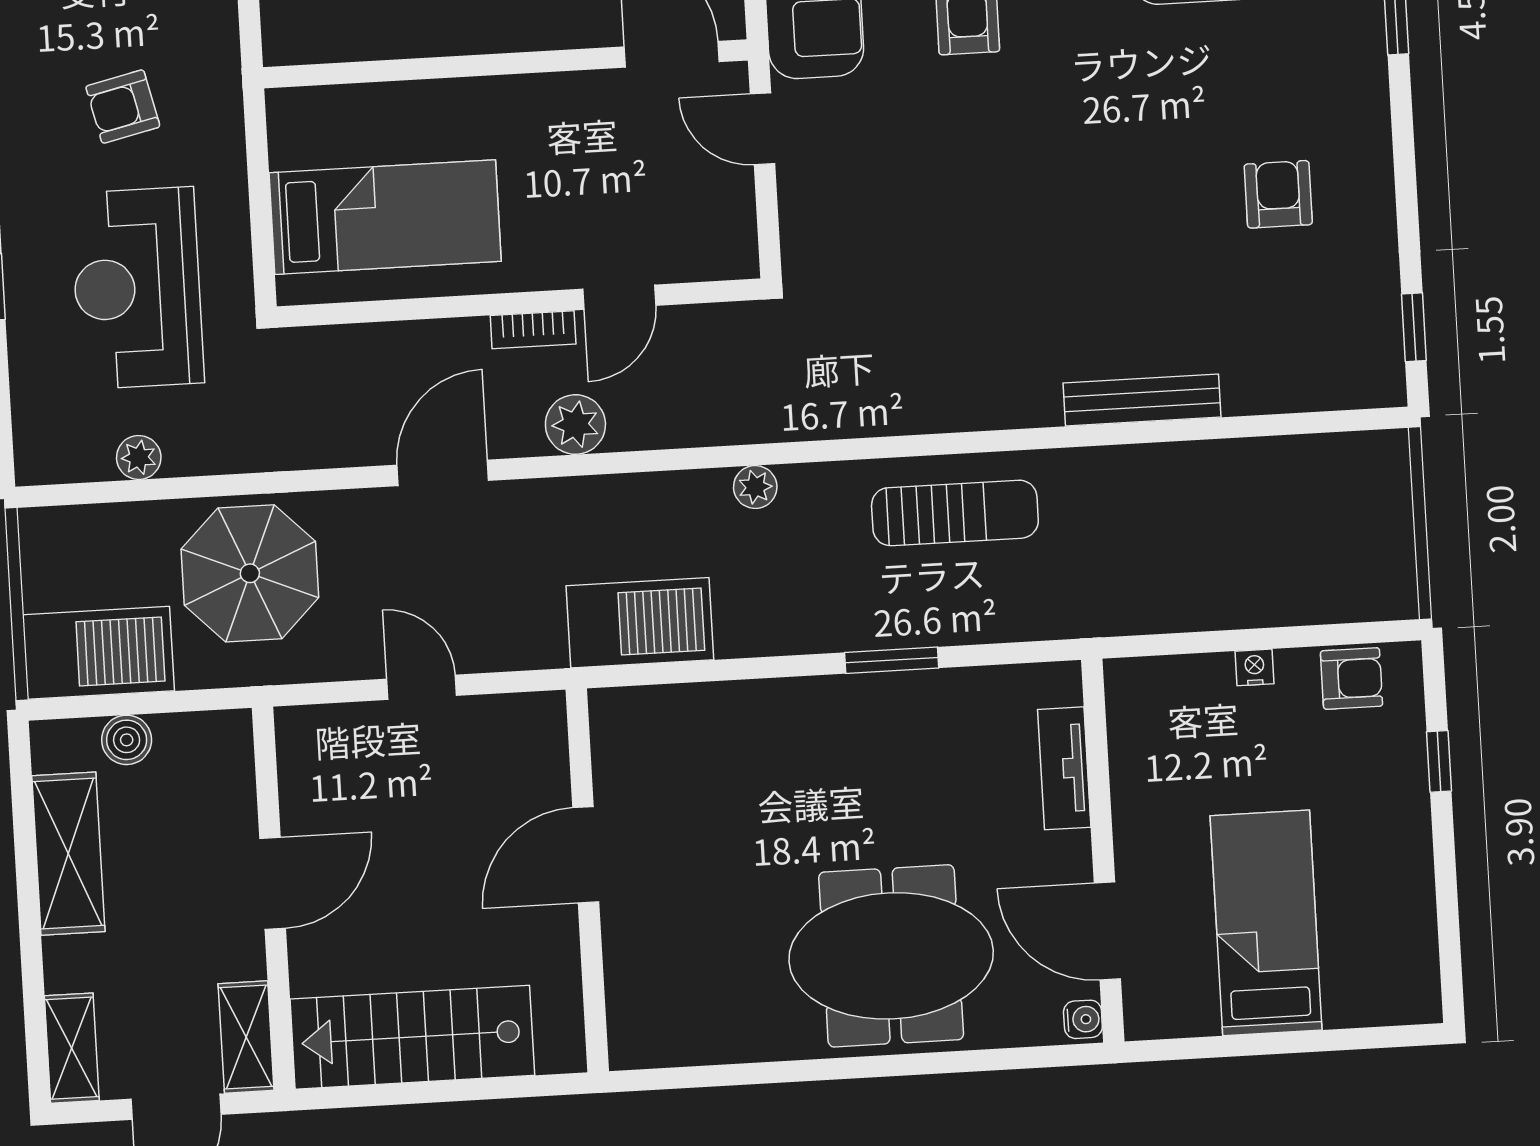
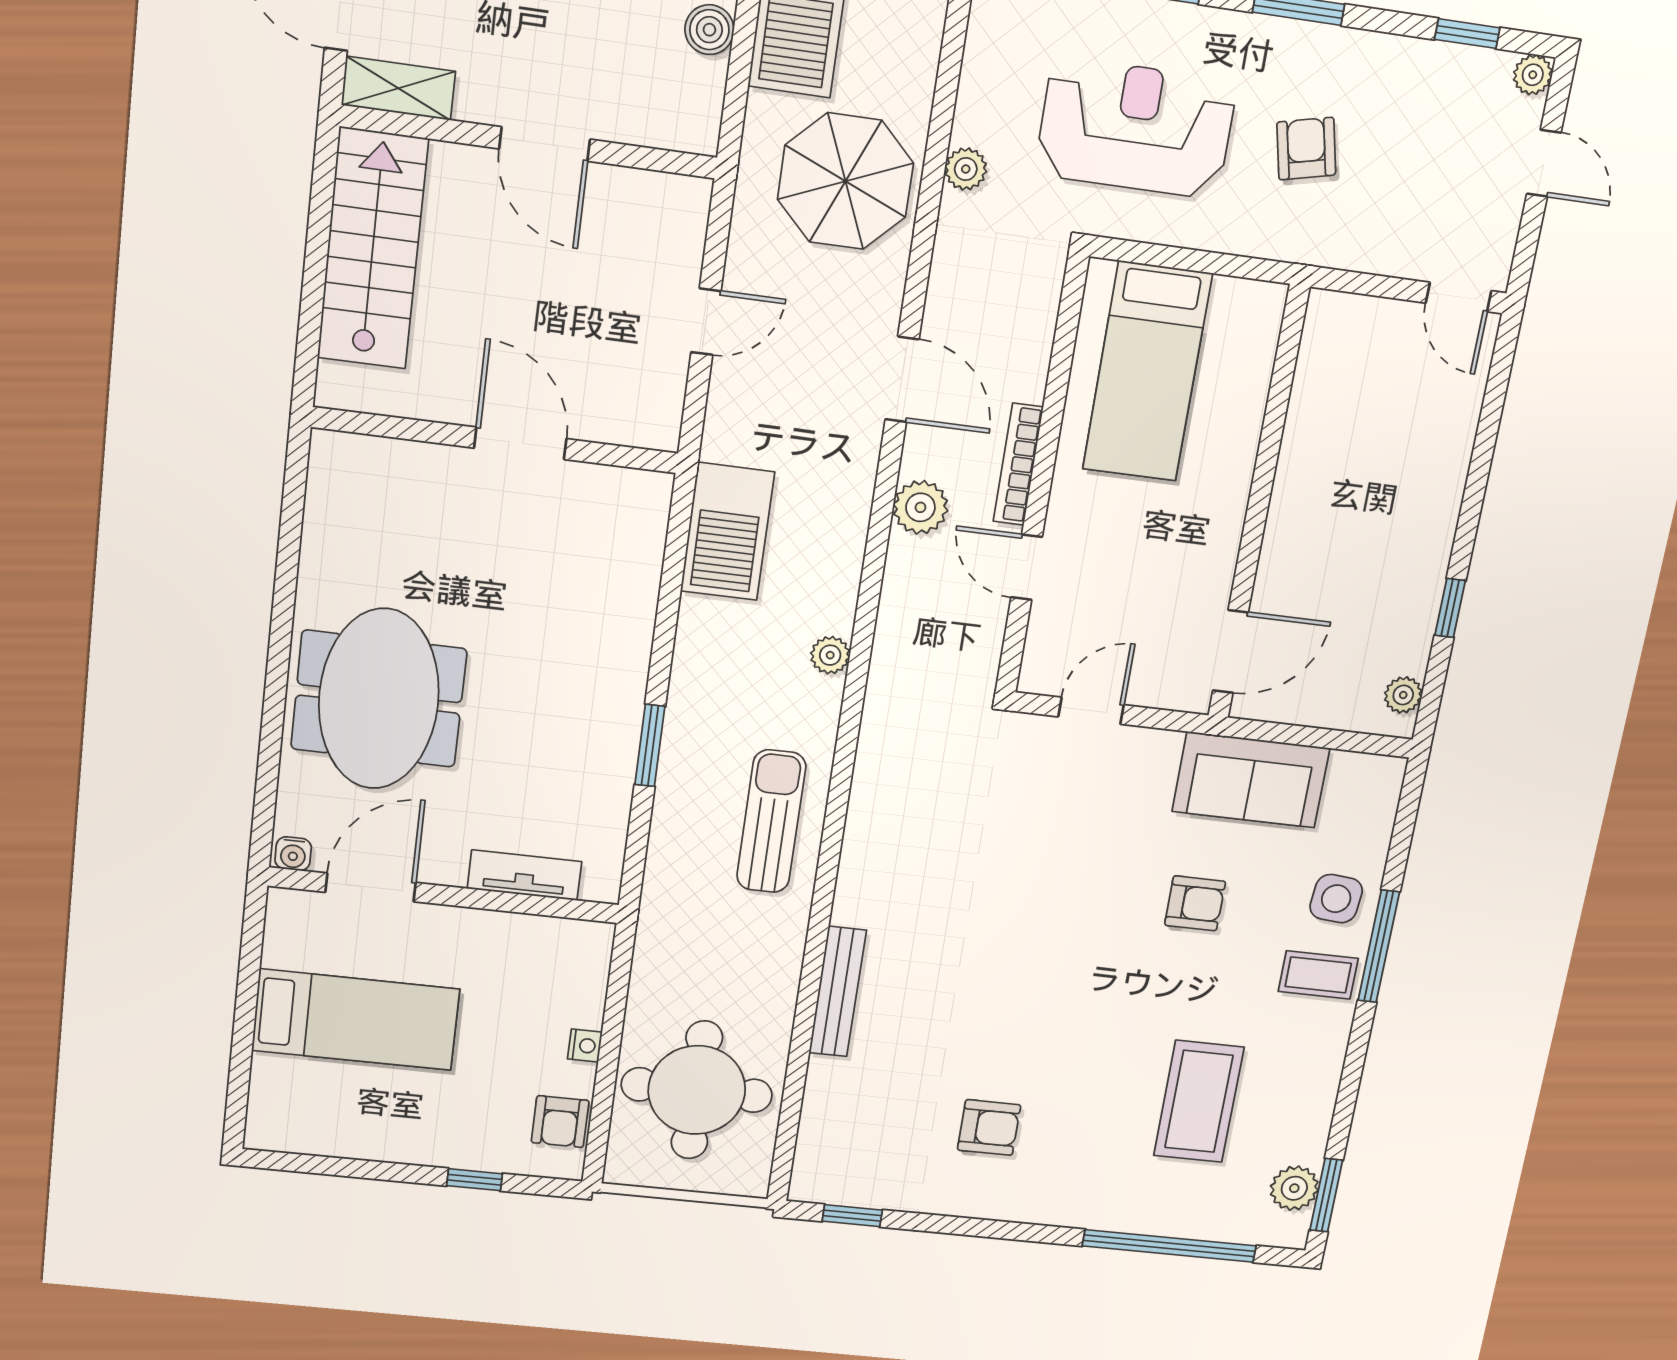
door: (762, 129) -> (1091, 711), moved
bookcase: (533, 330) -> (1018, 464), width x1.56
plant: (139, 458) -> (966, 169), moved
sun lounger: (955, 513) -> (771, 821), turned 180
round table: (1287, 534) -> (697, 1090), added

